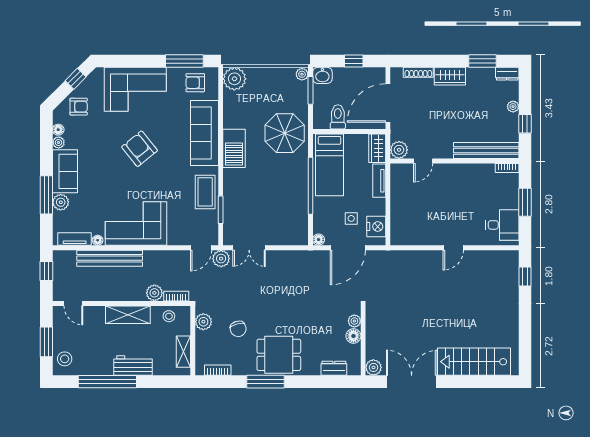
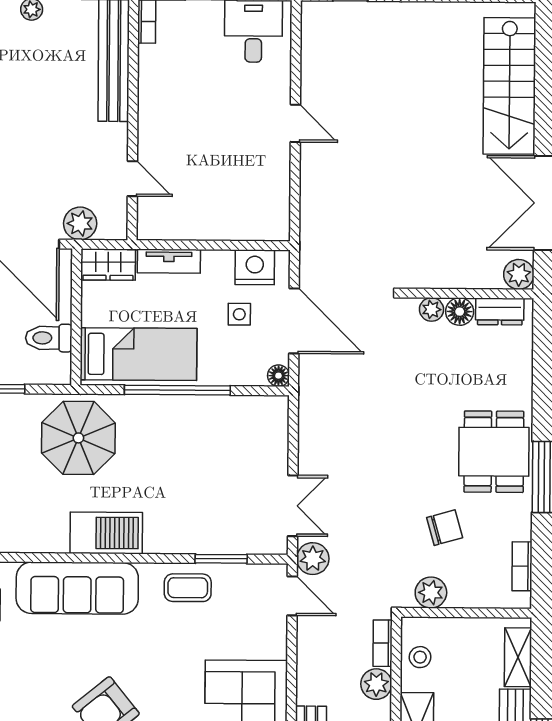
plant: (399, 150) -> (80, 223), moved
coffee table: (205, 192) -> (188, 588), width x0.73, depth x0.77
shelving: (183, 352) -> (518, 657), moved, turned 90
dresser: (334, 368) -> (500, 311), moved, turned -90

